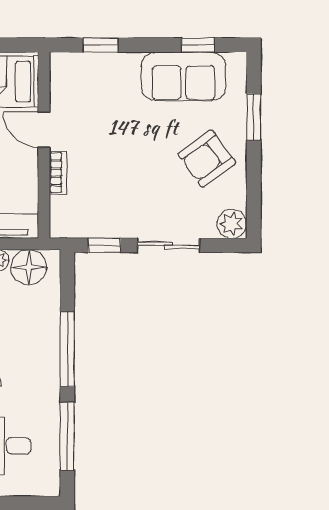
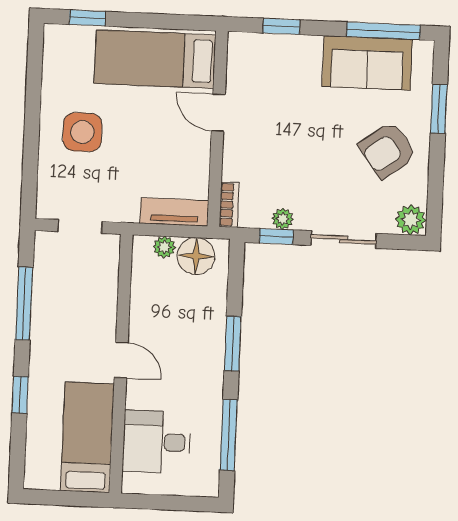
window: (198, 45) -> (383, 31), width x2.17
bookcase: (58, 173) -> (229, 205), moved
plant: (109, 228) -> (282, 219), added
window: (67, 349) -> (233, 344), width x0.69

